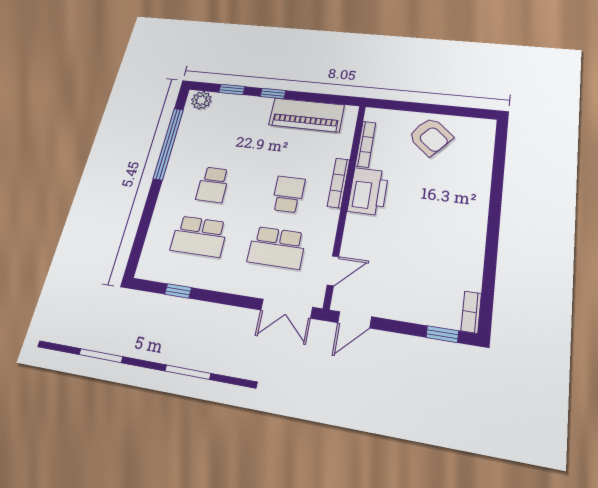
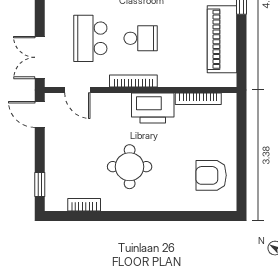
armchair: (430, 136) -> (211, 175), moved, turned 49
bookcase: (339, 183) -> (133, 81), moved
round table: (433, 225) -> (130, 167), added
bookcase: (471, 312) -> (84, 205), moved

